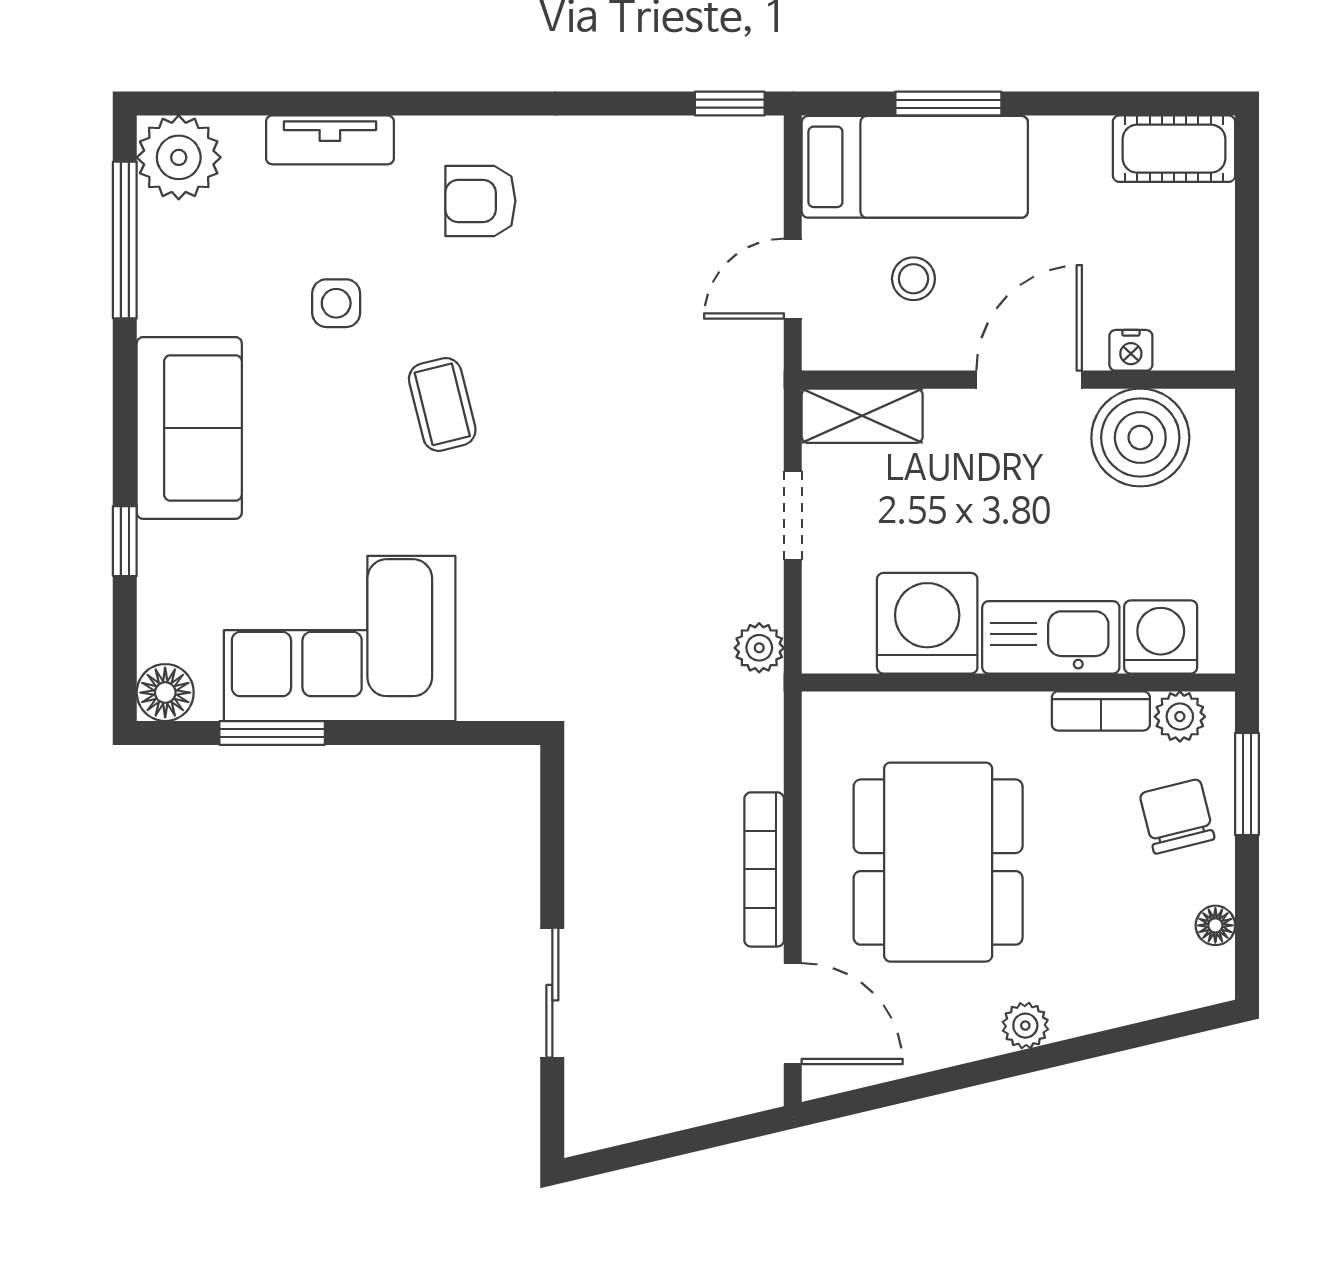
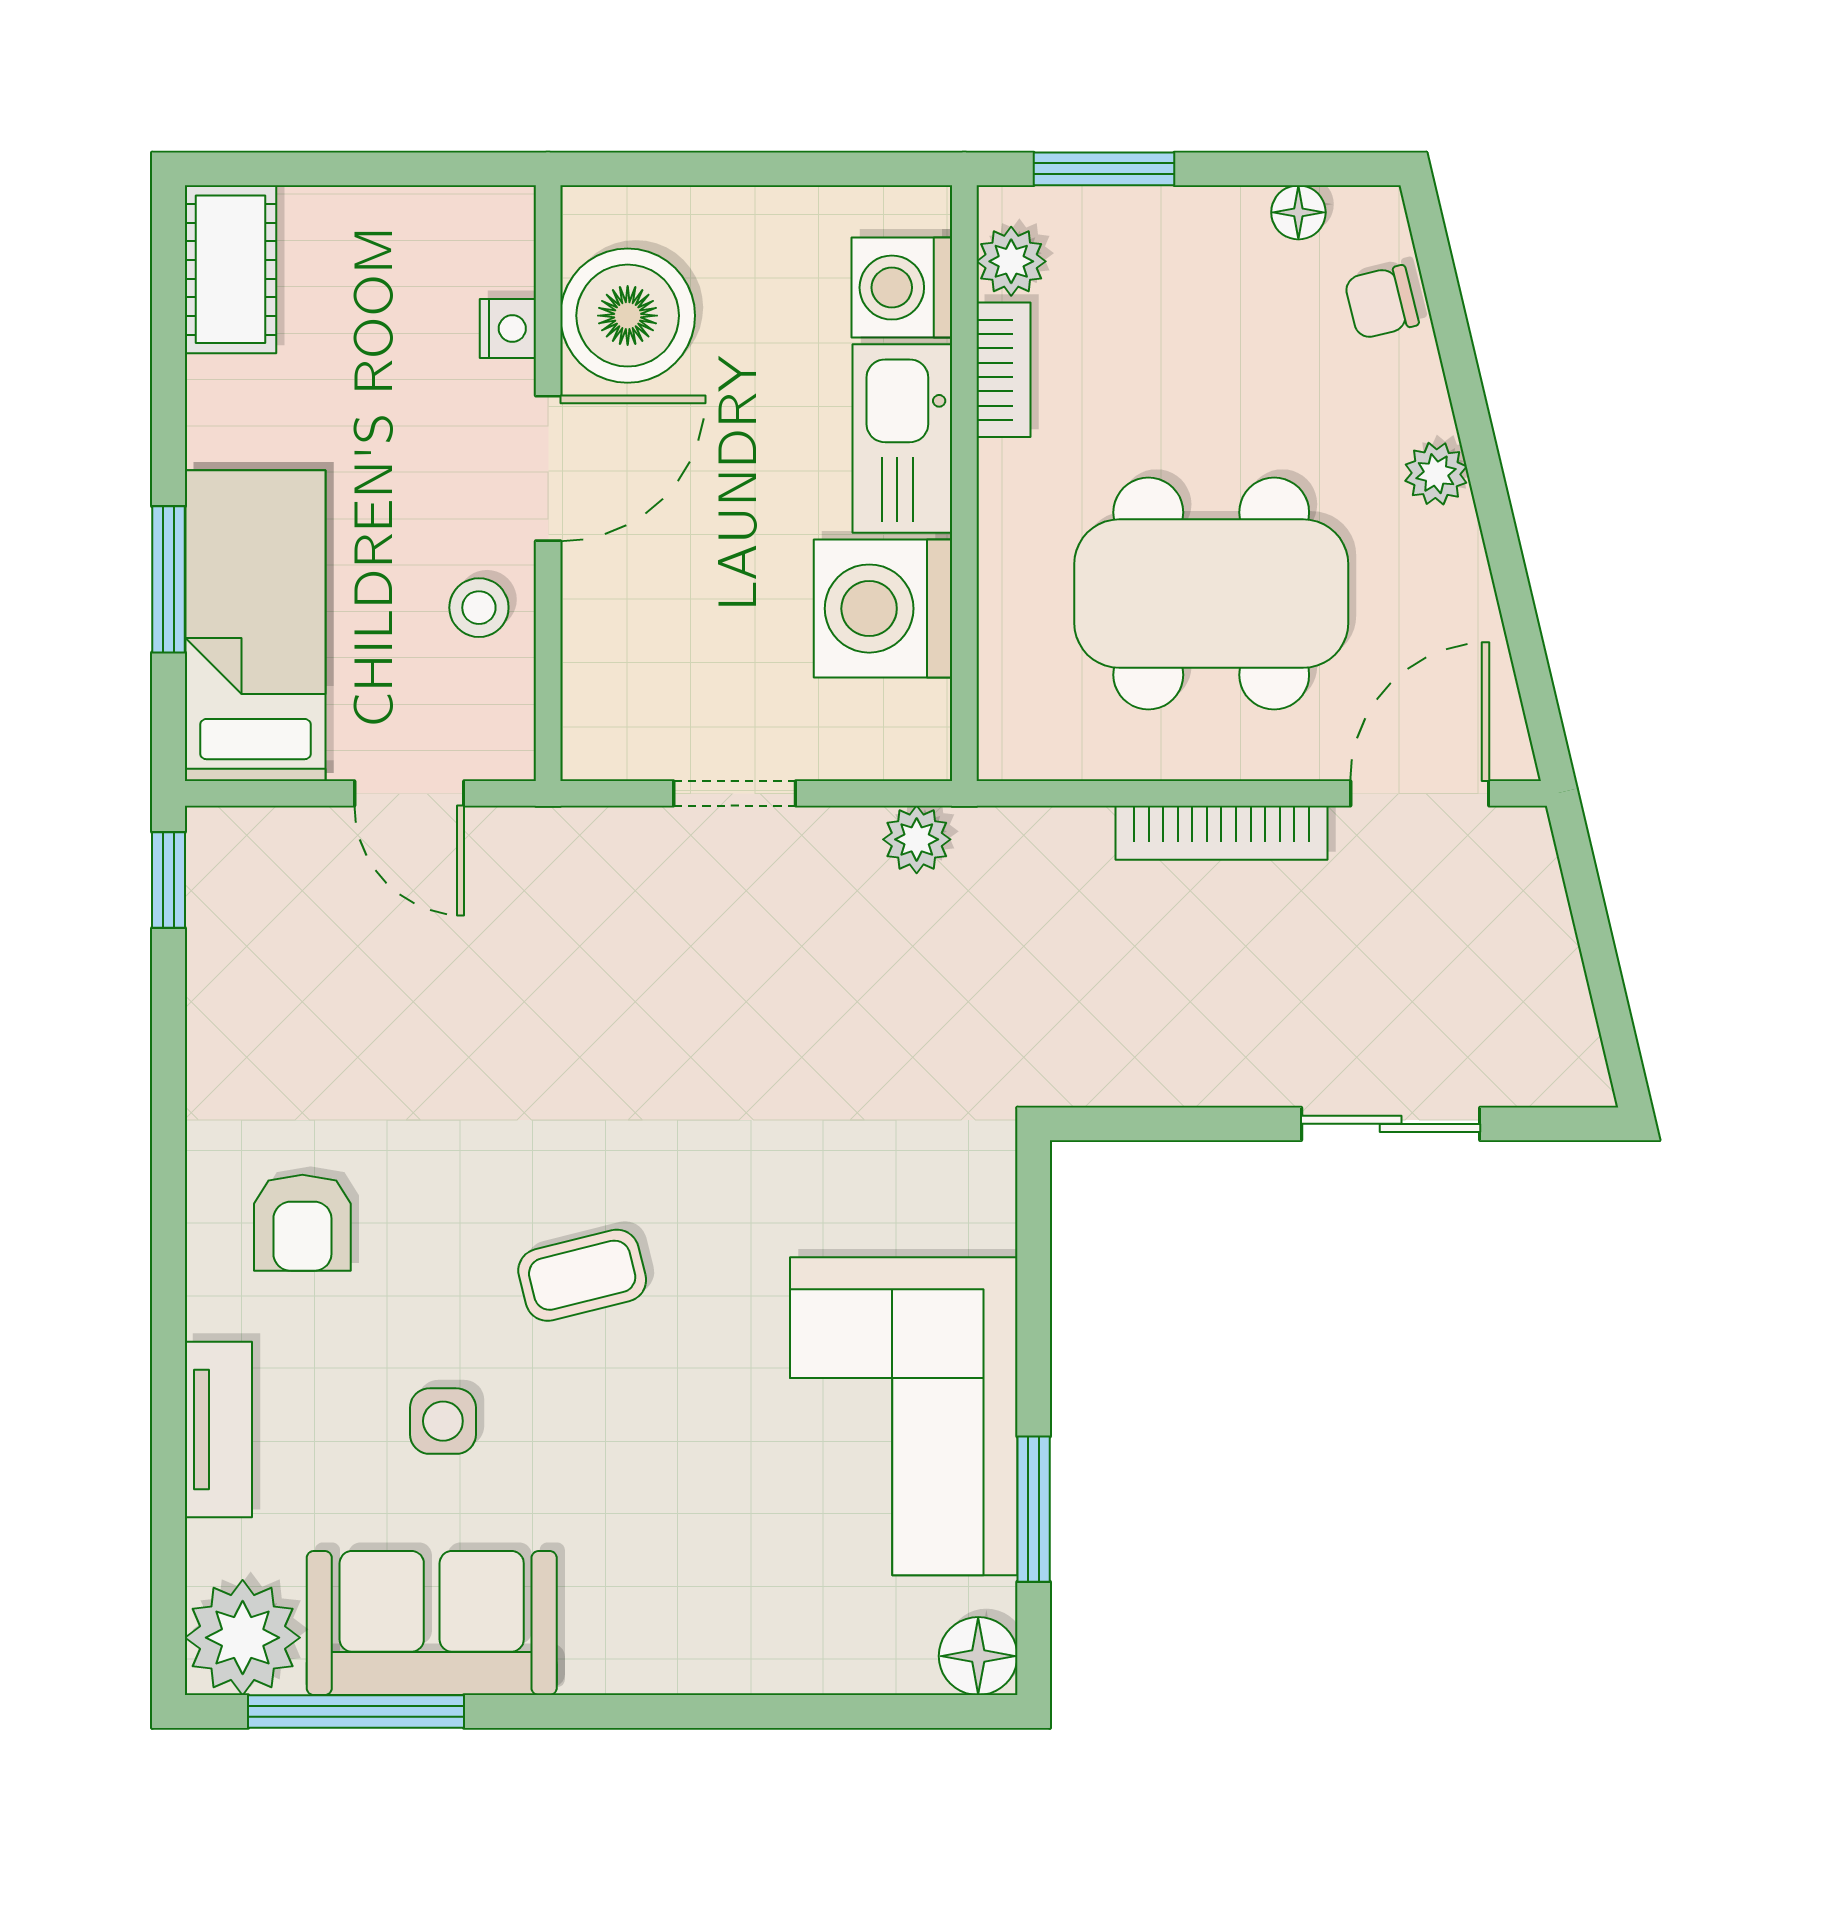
stool: (913, 279) -> (479, 608), moved
door: (1029, 380) -> (548, 468), swing flipped
shelving: (862, 416) -> (598, 698), removed
sofa: (189, 428) -> (432, 1623), moved
window: (125, 541) -> (770, 1712), removed
chair: (1177, 816) -> (1381, 302), moved, width x0.73, depth x0.73

